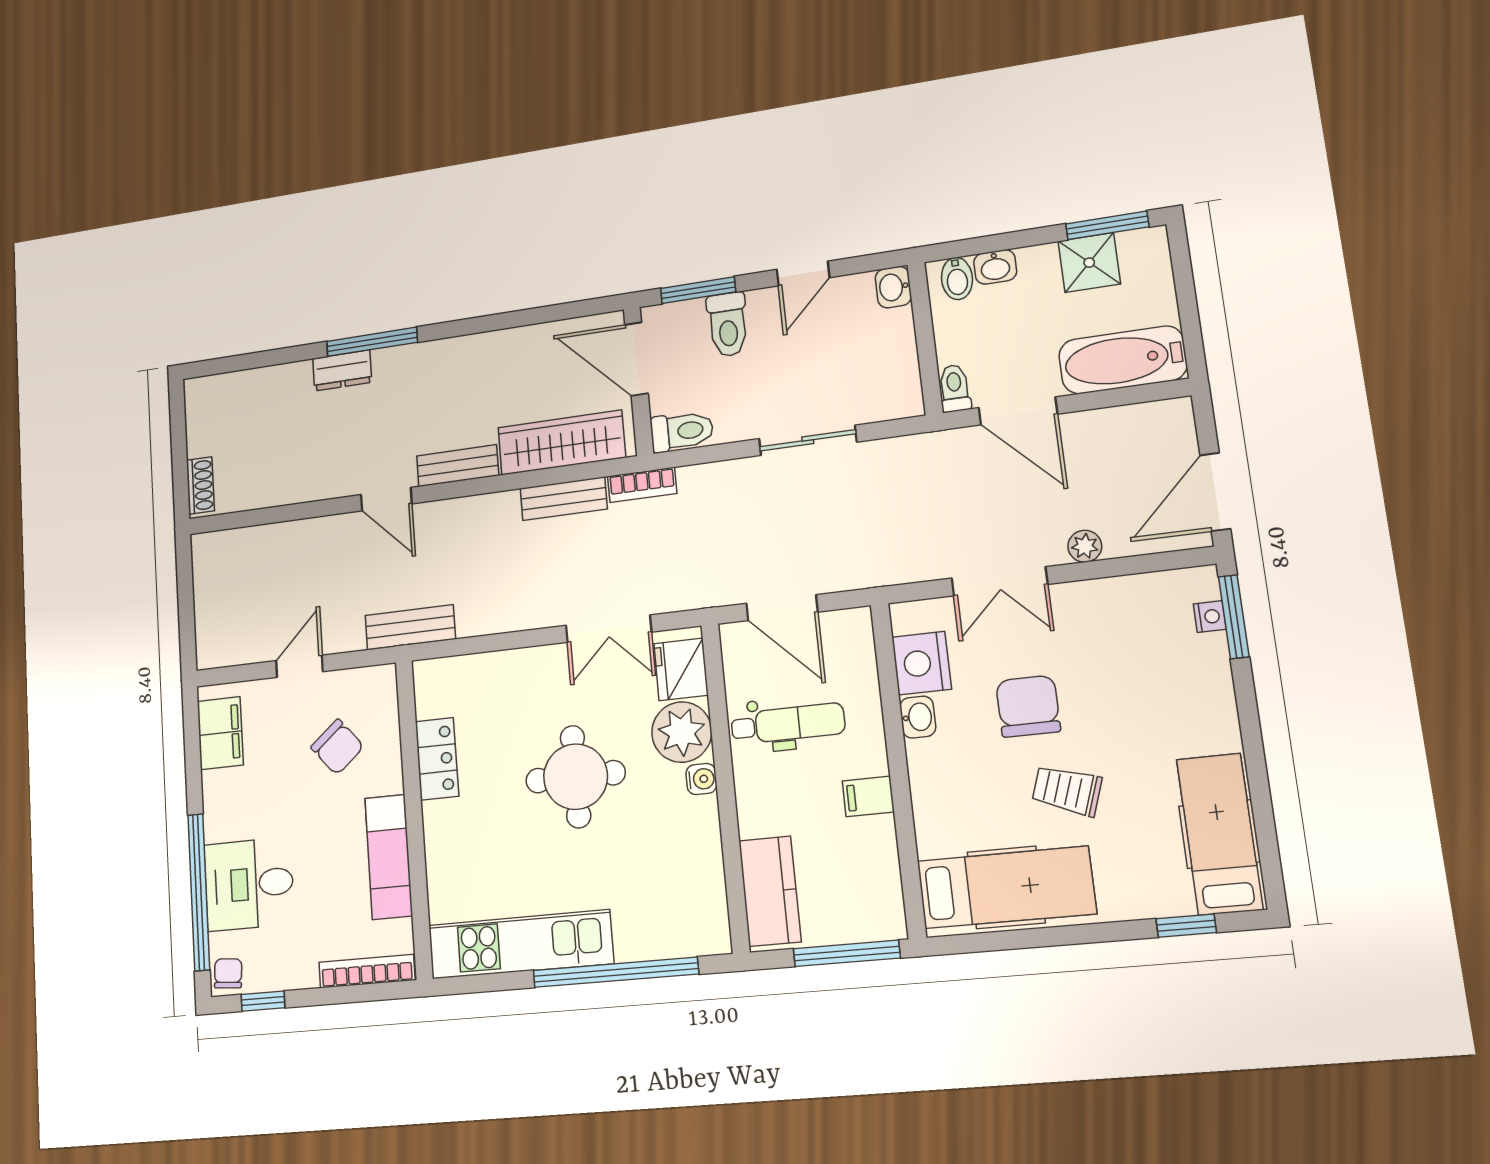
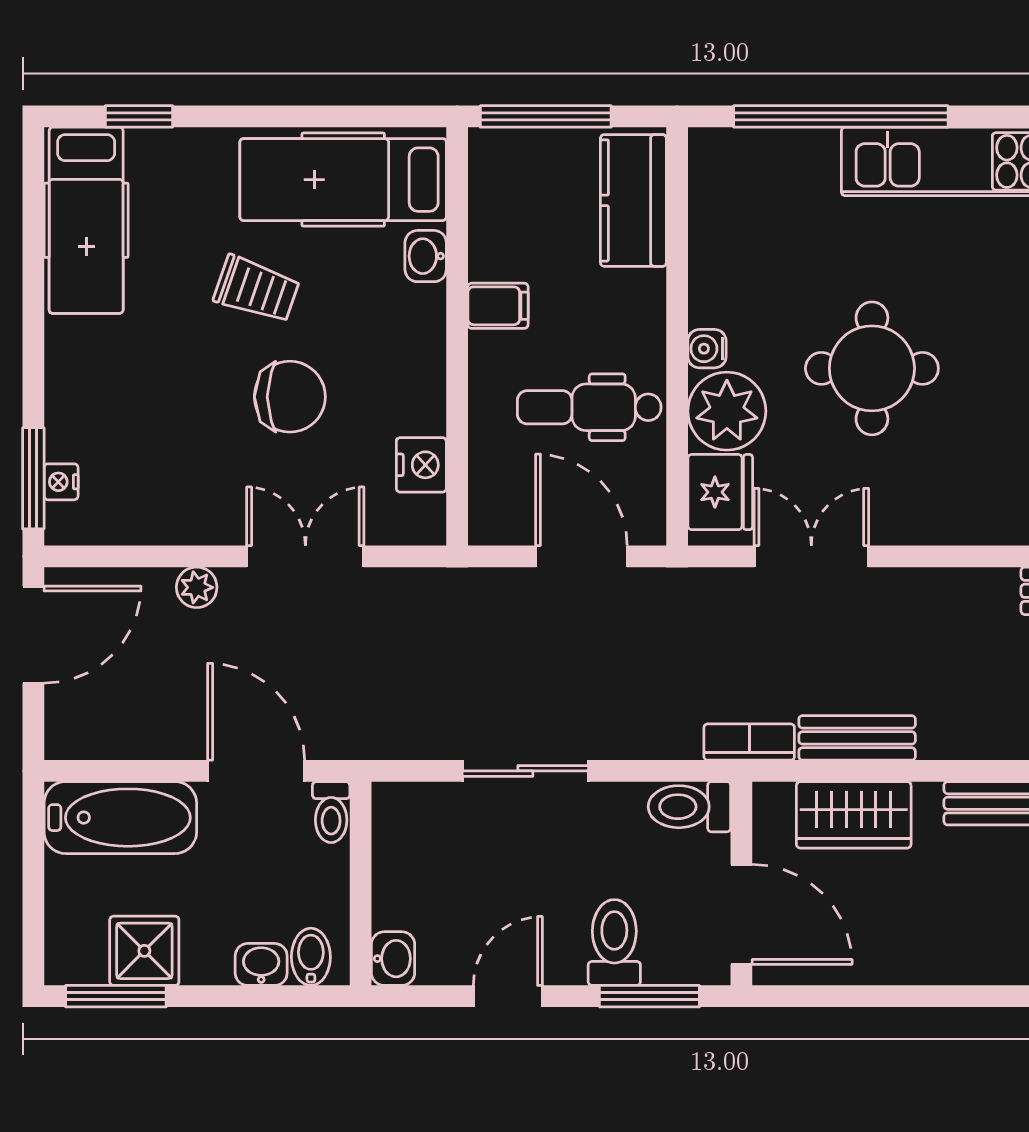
wardrobe: (561, 442) -> (854, 815), width x0.67
nightstand: (922, 663) -> (421, 465), width x0.74, depth x0.75
chair: (1028, 706) -> (290, 397), turned -90
washbasin: (918, 717) -> (426, 256), moved

